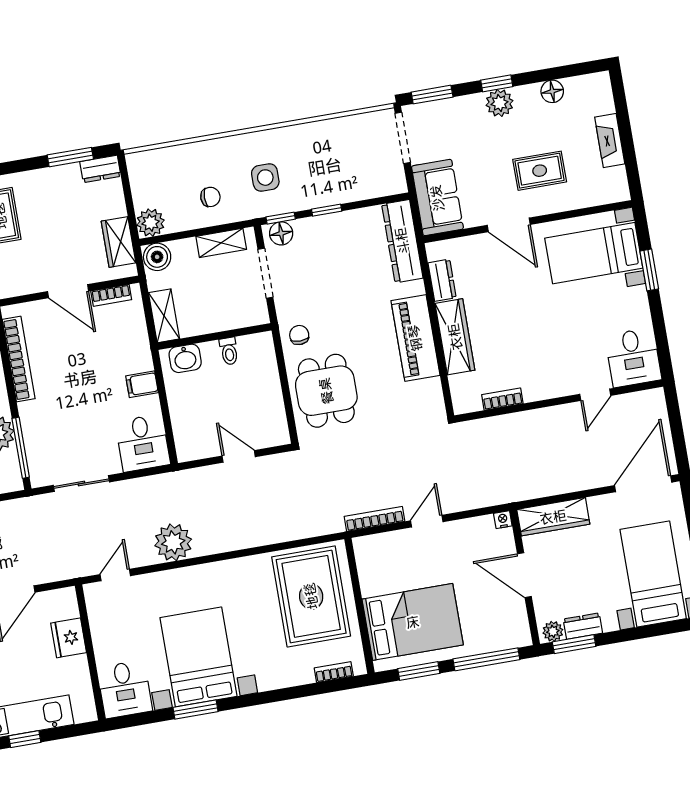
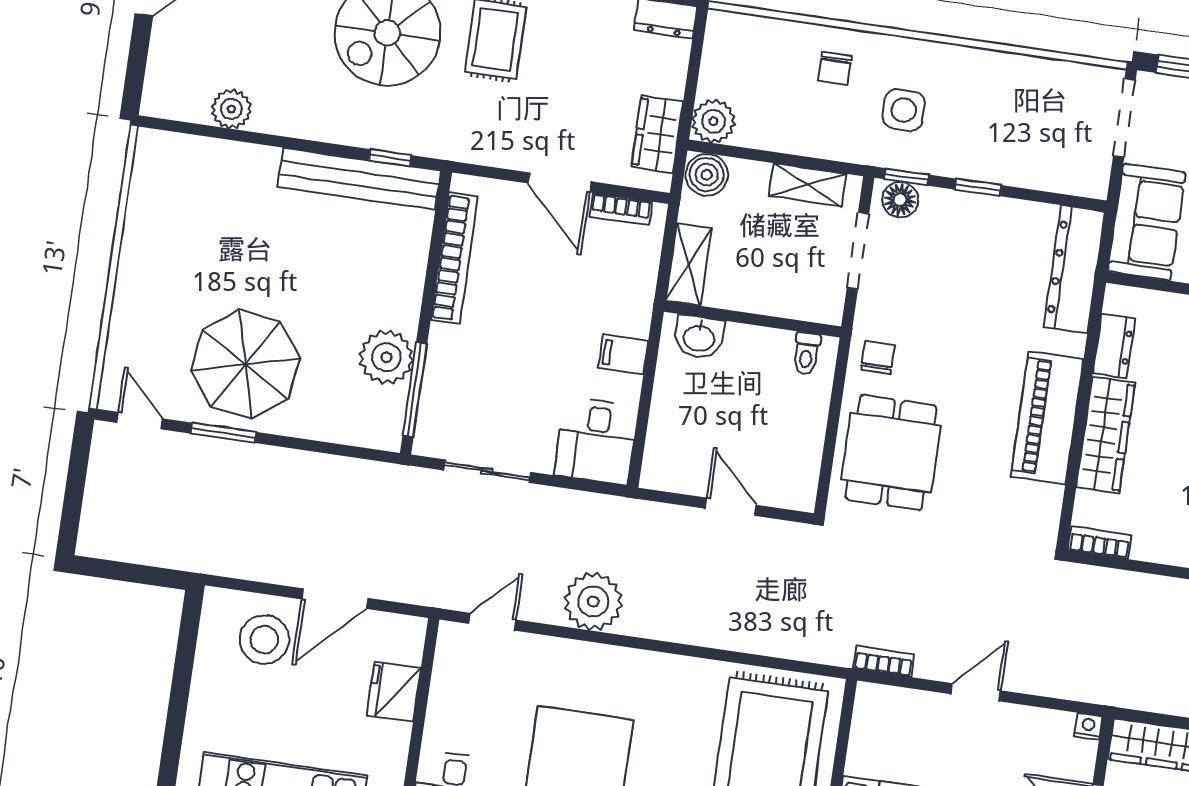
chair: (210, 197) -> (835, 68), moved, turned 90
toilet: (229, 351) -> (806, 353), moved
bookcase: (502, 399) -> (1100, 543), moved
bookcase: (374, 519) -> (884, 661), width x0.64

